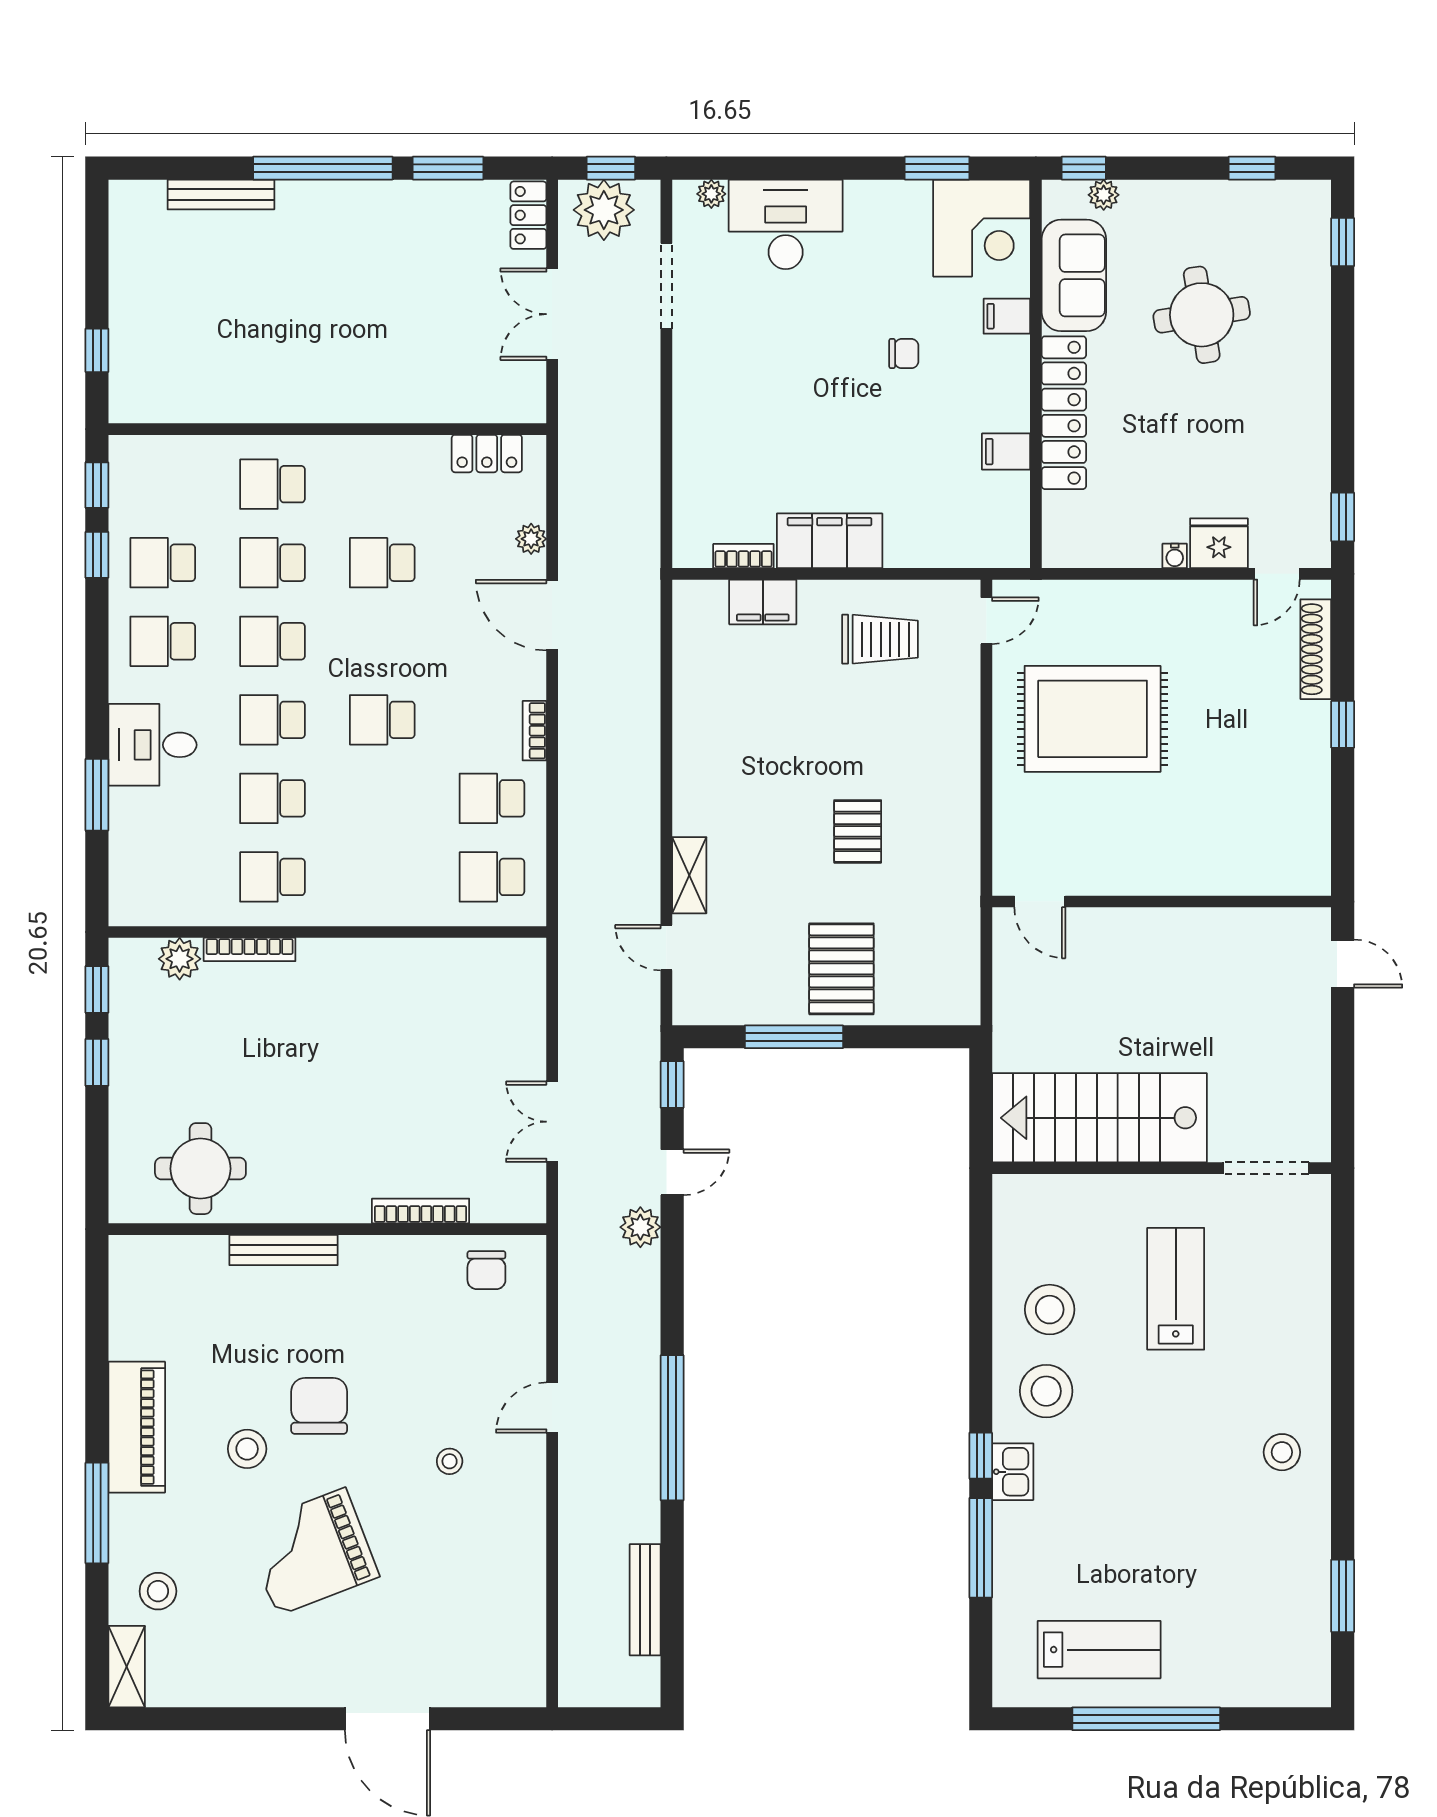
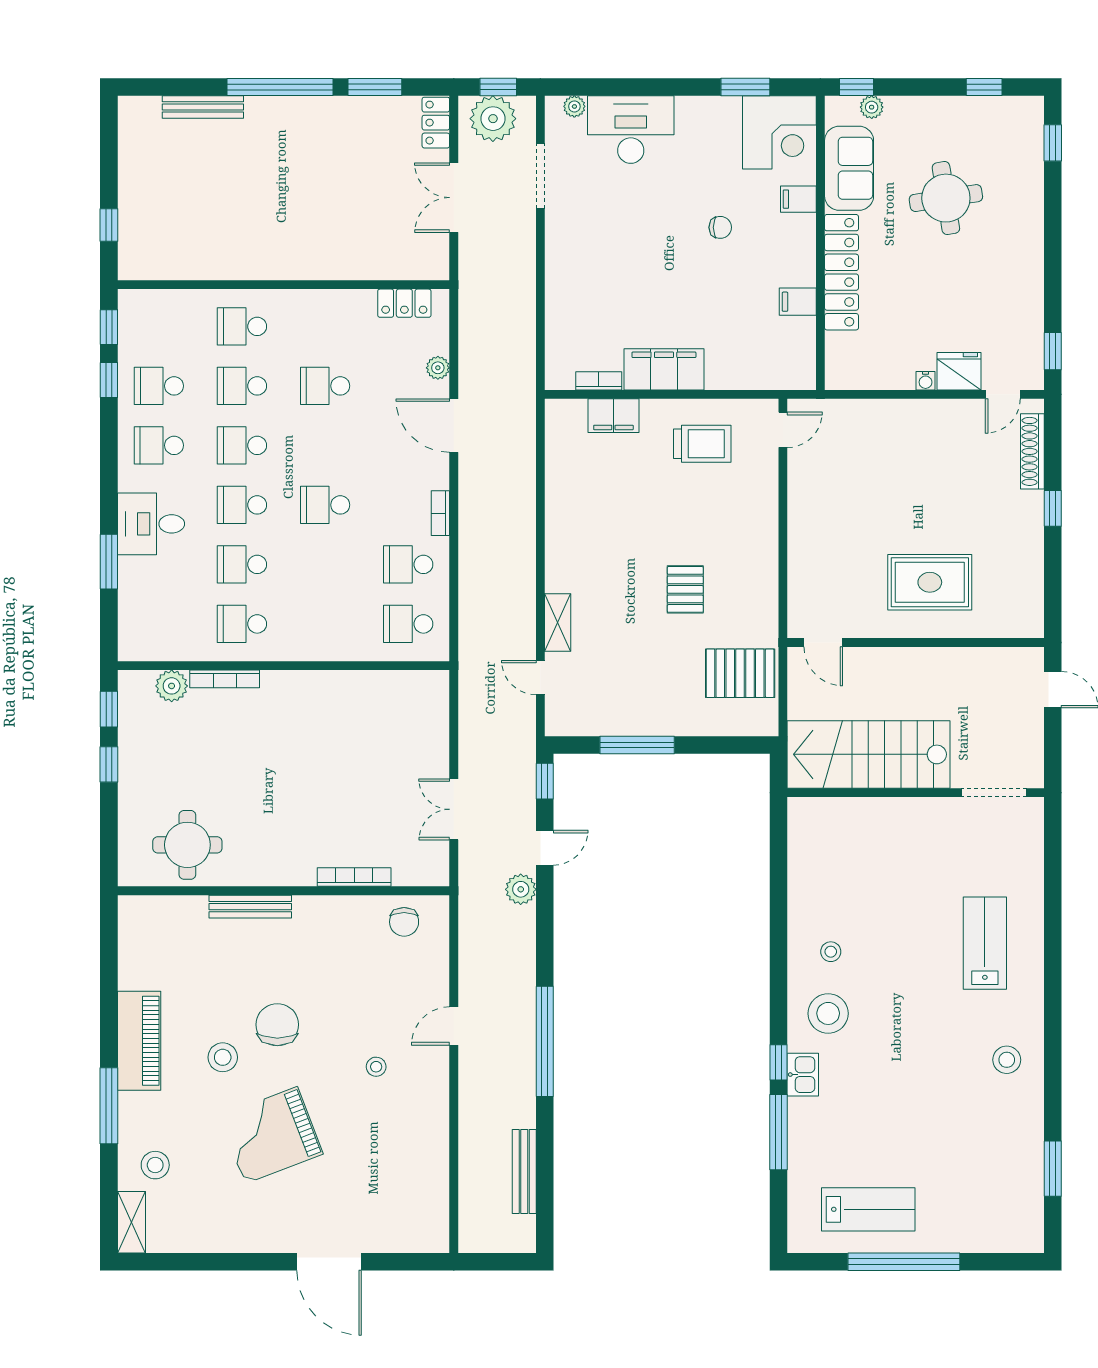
rug: (1093, 719) -> (930, 582), moved, width x0.73, depth x0.69
pallet: (841, 969) -> (740, 673), moved, turned 90
stairs: (1099, 1118) -> (868, 754), moved
wall: (1162, 1168) -> (916, 793), moved
doorway: (1266, 1168) -> (994, 793), moved
lab bench: (1176, 1289) -> (985, 943), moved
stool: (1050, 1310) -> (831, 952), width x0.53, depth x0.53

